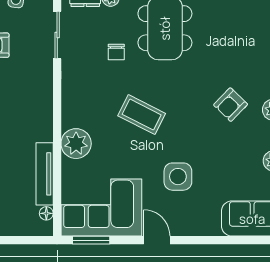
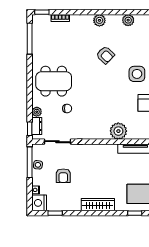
armchair: (231, 105) -> (105, 55), moved
coffee table: (142, 115) -> (102, 94), removed

